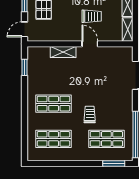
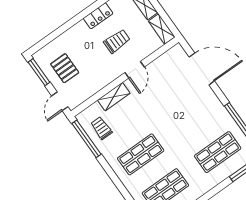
door: (90, 44) -> (135, 70), swing flipped
window: (25, 67) -> (86, 139), width x2.17
trolley: (90, 115) -> (101, 128), moved

